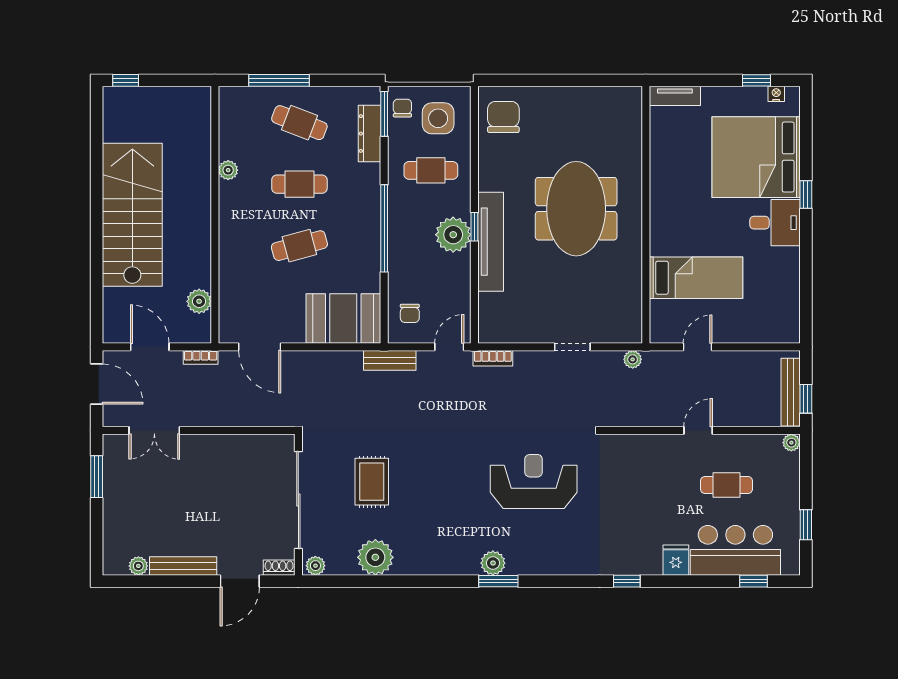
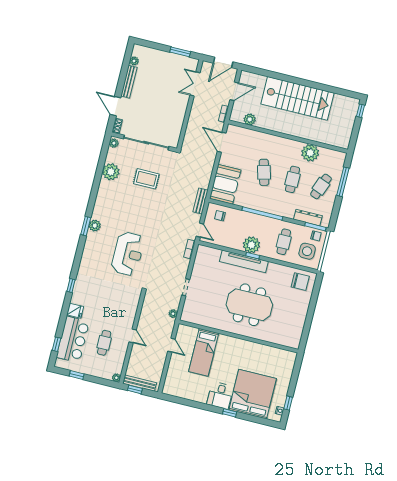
tv unit: (675, 96) -> (290, 363), removed
plant: (228, 170) -> (310, 153), width x1.88, depth x1.88
door: (260, 347) -> (222, 142), hinge flipped

